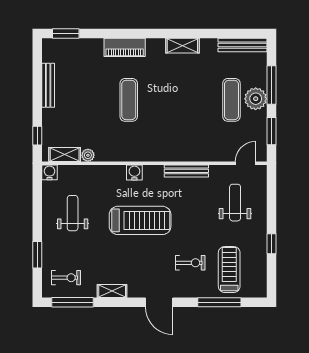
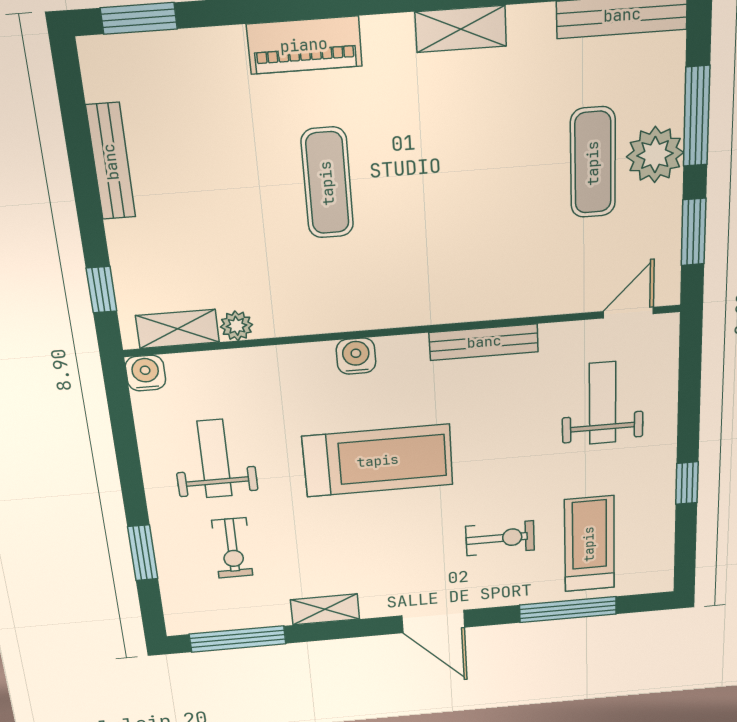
exercise bike: (66, 278) -> (232, 548), moved, turned 90

